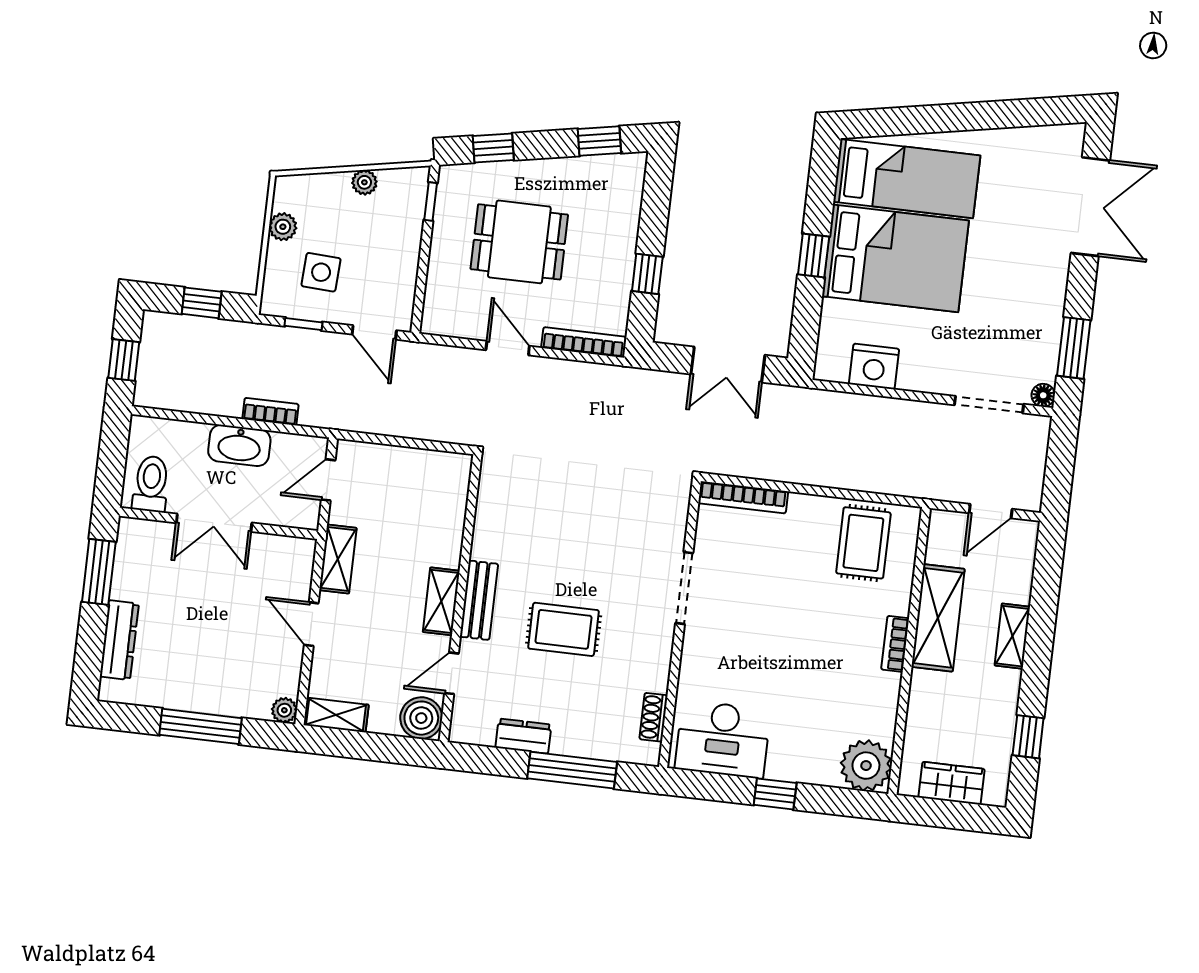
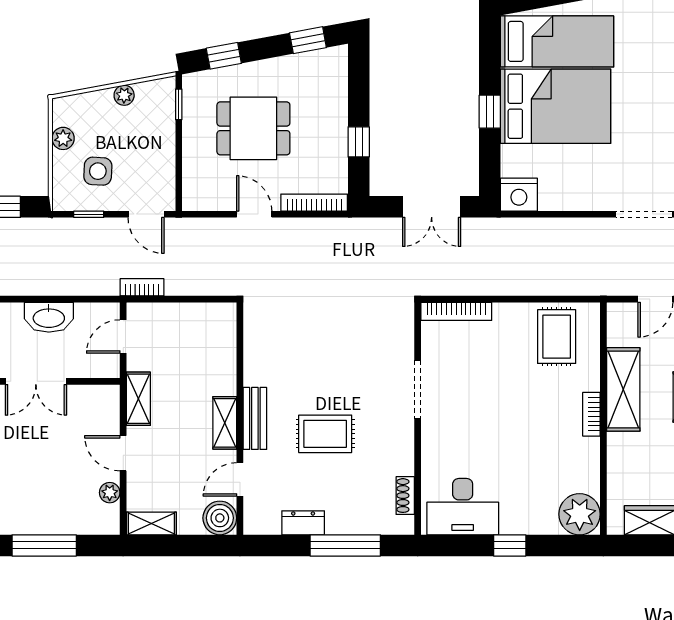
nightstand: (874, 366) -> (519, 195), moved
bookcase: (270, 412) -> (142, 287), moved
plant: (284, 710) -> (110, 493), moved

